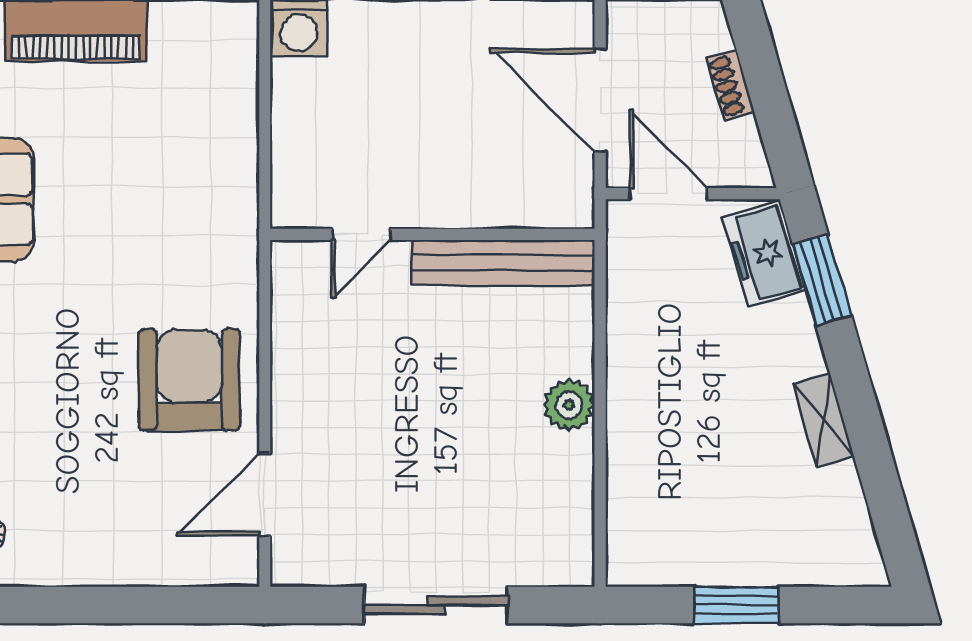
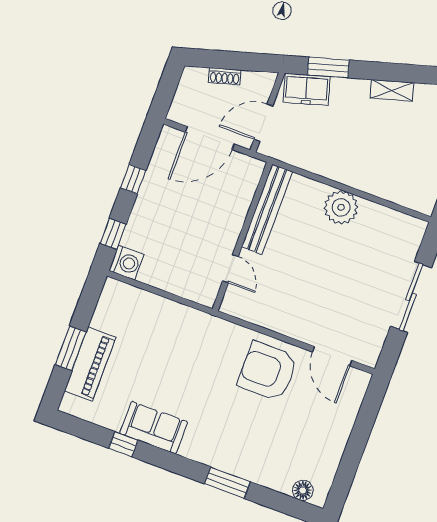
plant: (569, 405) -> (341, 207), width x1.36, depth x1.36

